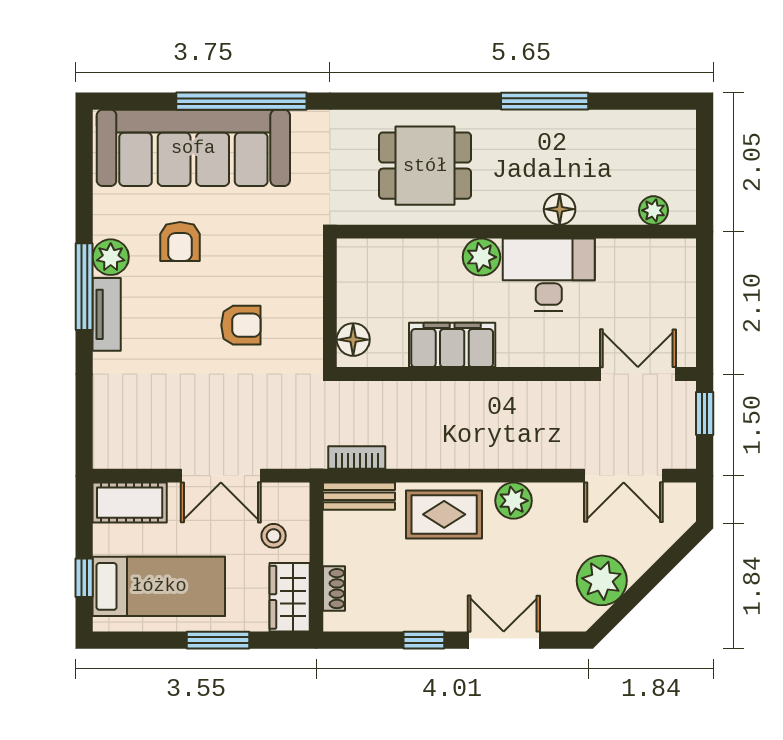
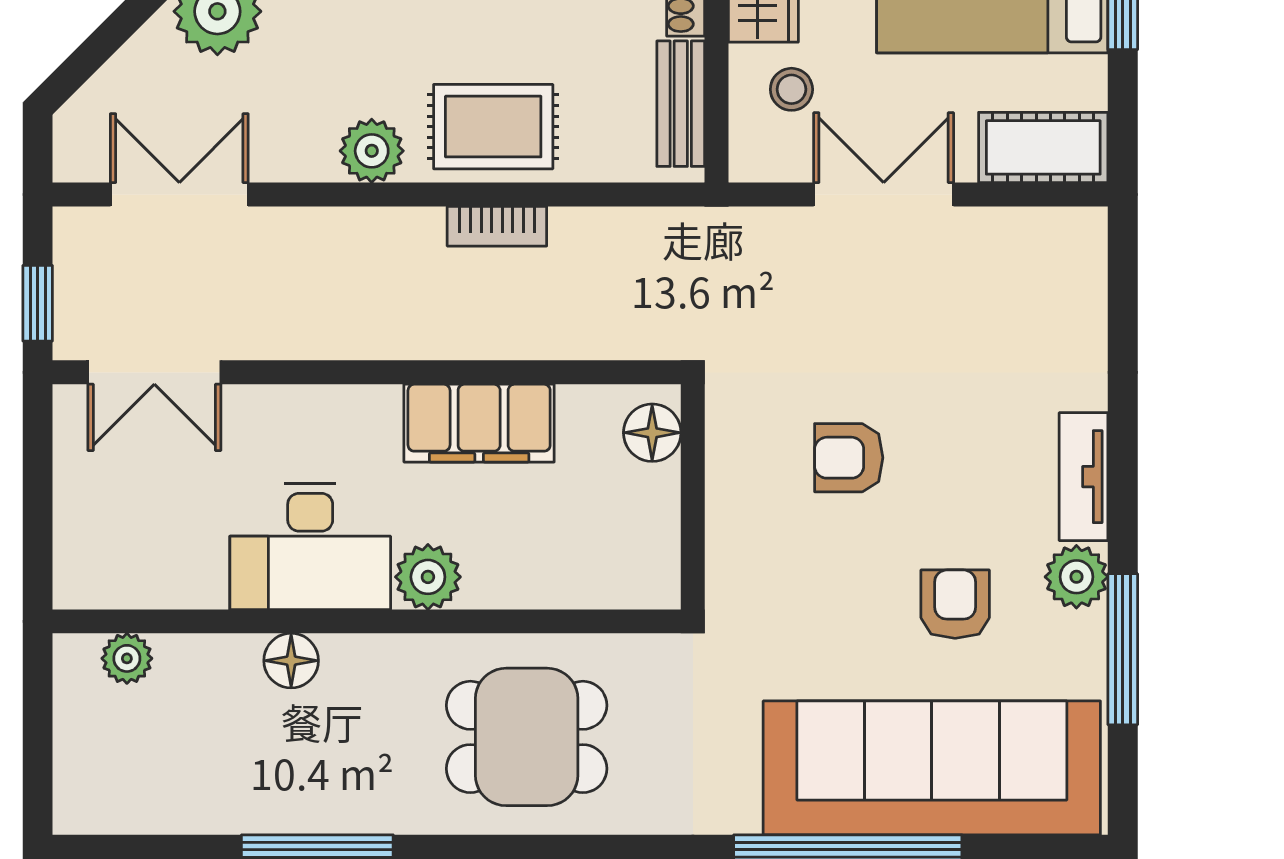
window: (84, 287) -> (1123, 649), moved
bookcase: (357, 458) -> (497, 226), moved
bench: (359, 496) -> (681, 104), moved, turned 90

